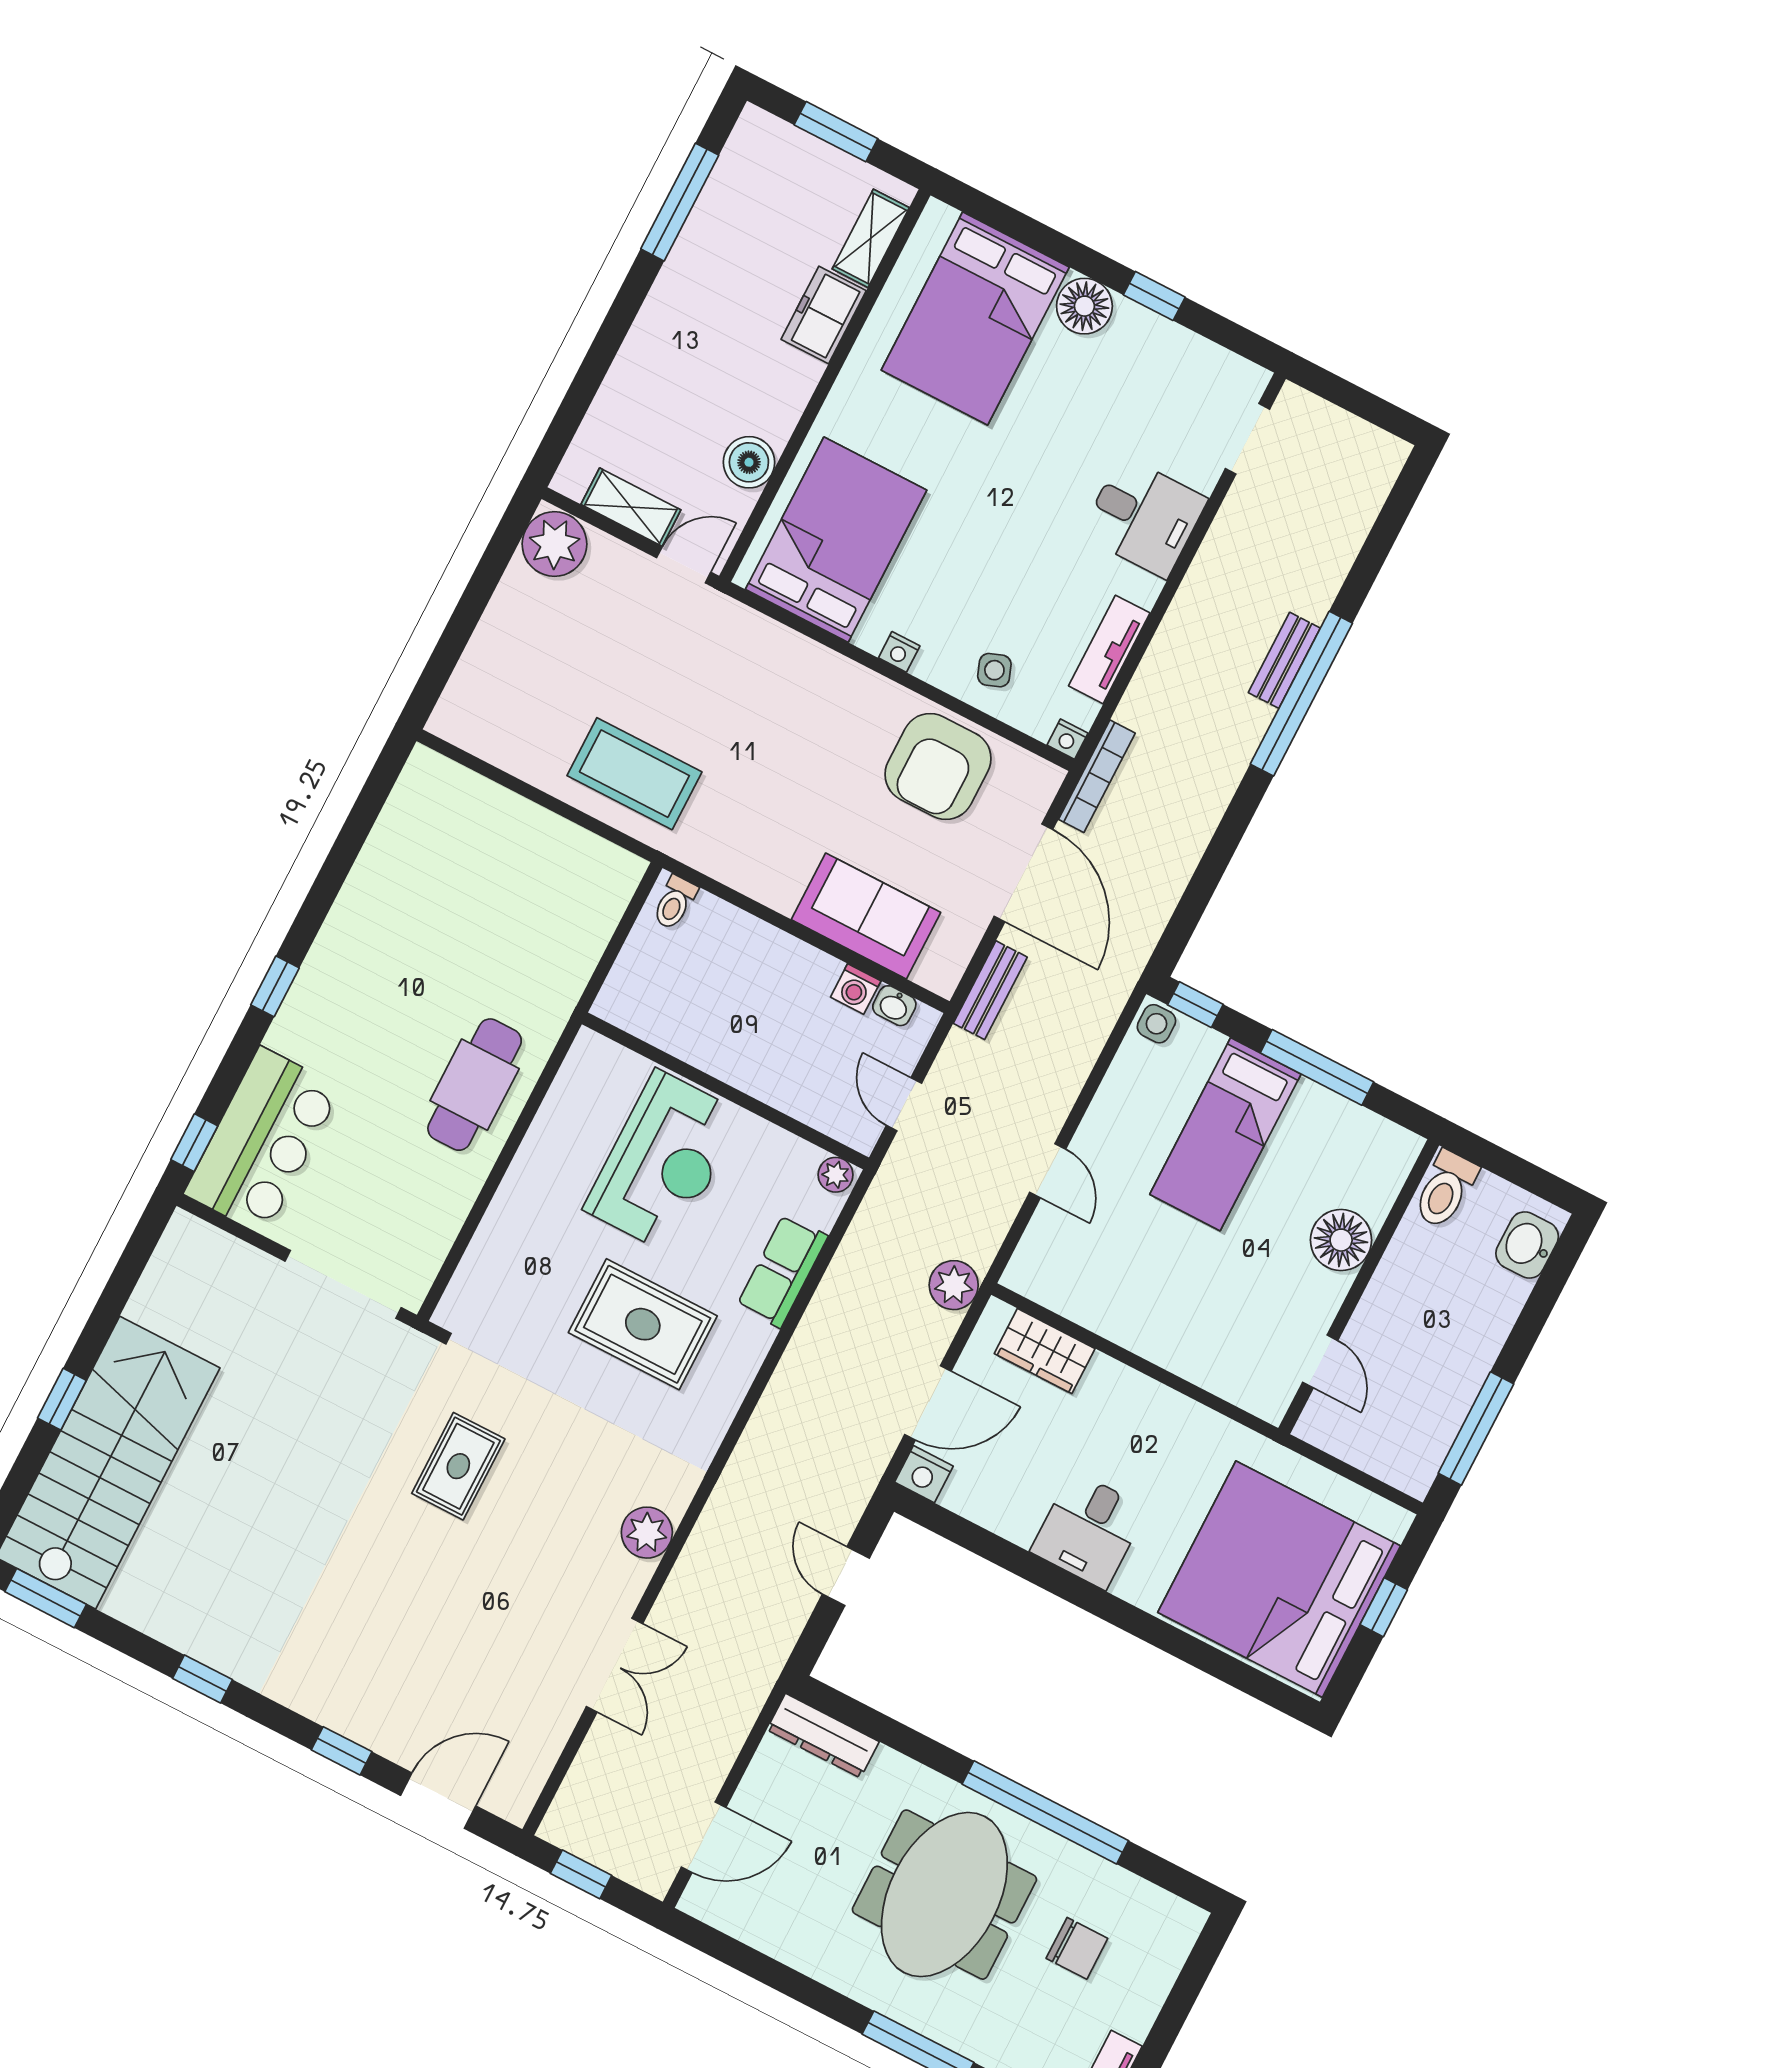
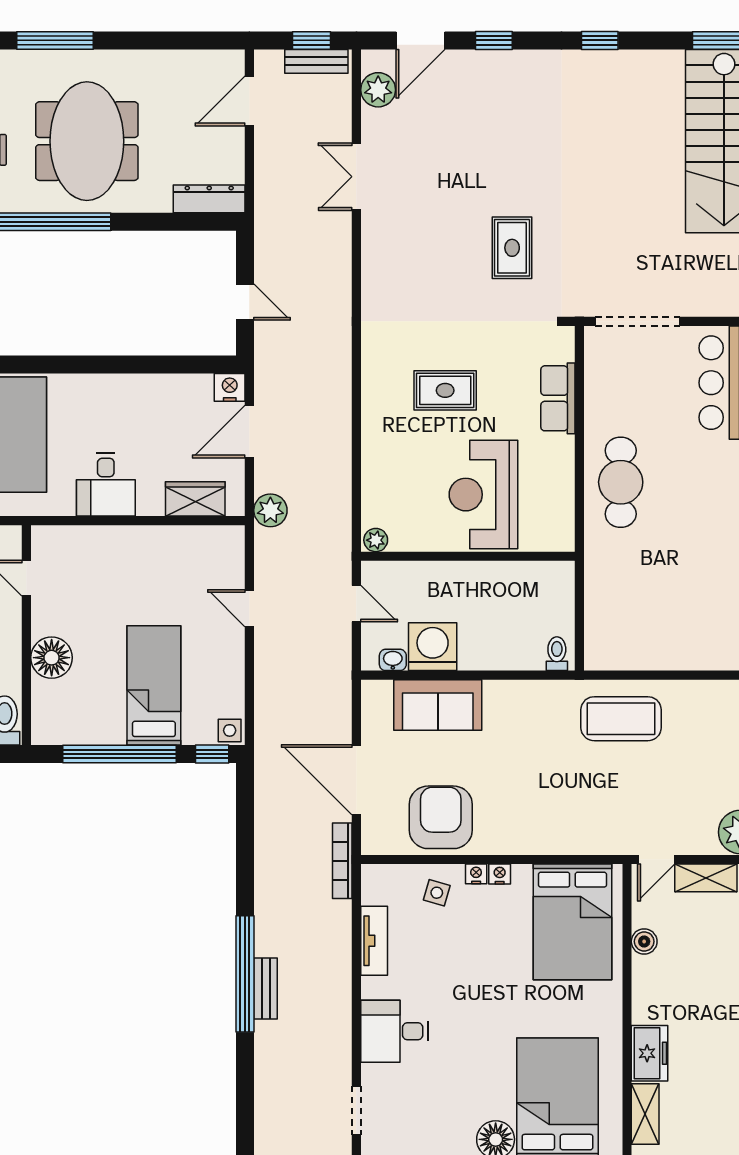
boiler: (749, 462) -> (644, 941), width x0.73, depth x0.73
side table: (994, 670) -> (437, 893), turned 36
nightstand: (1068, 739) -> (476, 874), moved
washing machine: (856, 989) -> (433, 647), width x1.89, depth x1.89
bench: (990, 990) -> (316, 61), moved, turned 90
window: (1317, 1067) -> (120, 754), width x1.46
row of seats: (782, 1271) -> (558, 398), moved, turned 180
rug: (643, 1324) -> (445, 390), width x0.73, depth x0.70
desk: (1089, 1530) -> (106, 485), moved, turned 180
plant: (647, 1533) -> (378, 90), moved

